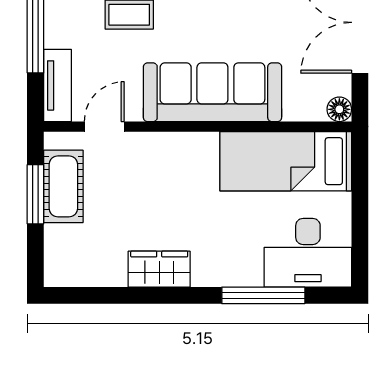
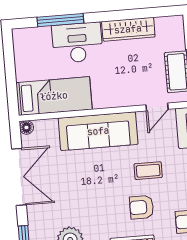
desk: (308, 253) -> (77, 43), moved
wardrobe: (159, 269) -> (128, 29), width x1.50

